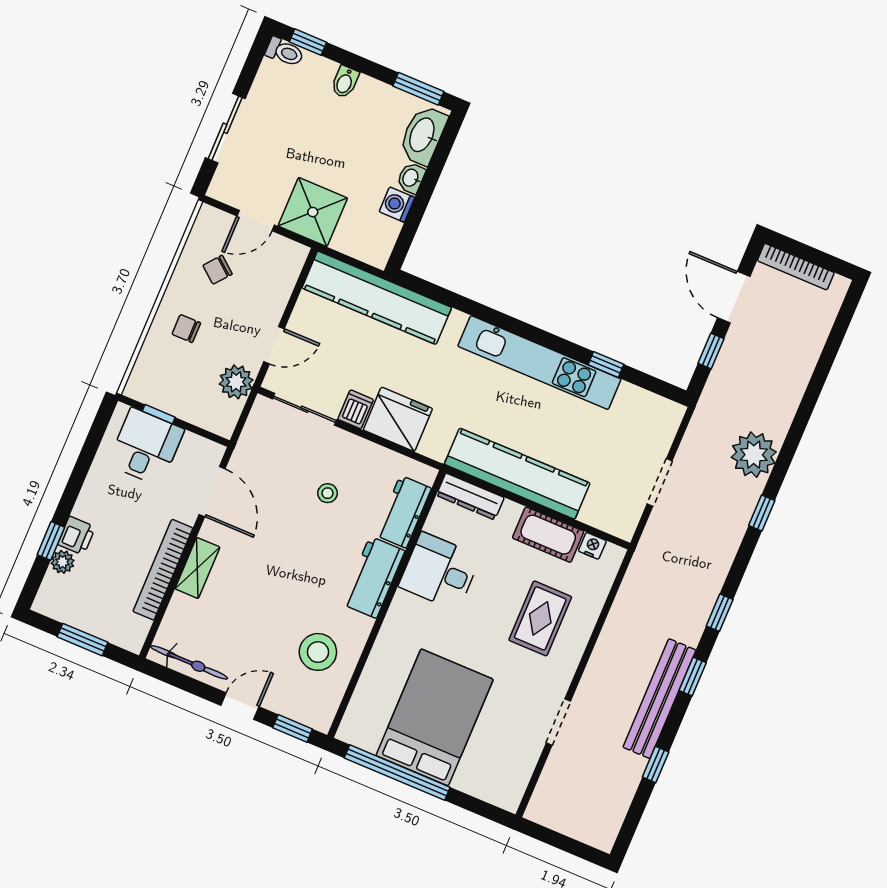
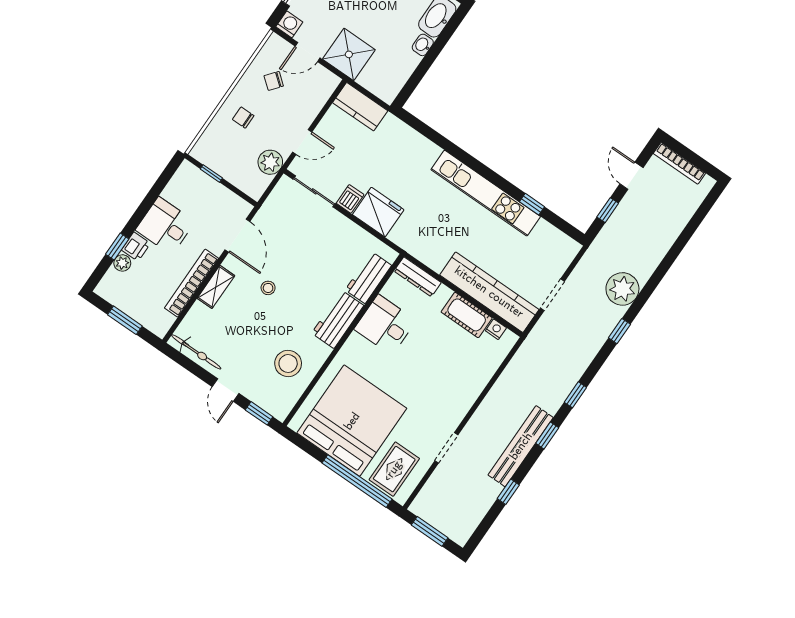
washing machine: (397, 205) -> (289, 24), moved, turned 90
door: (734, 297) -> (631, 176), width x0.73
kitchen counter: (377, 298) -> (360, 107), width x0.48, depth x0.86
desk: (146, 447) -> (165, 226), moved, turned -90
kitchen counter: (517, 474) -> (489, 292), moved
stool: (328, 493) -> (268, 288), moved
rug: (540, 618) -> (394, 469), moved
door: (240, 706) -> (226, 390), swing flipped
bed: (435, 717) -> (352, 421), width x1.36
window: (397, 773) -> (357, 481), moved
window: (559, 841) -> (430, 531), added

